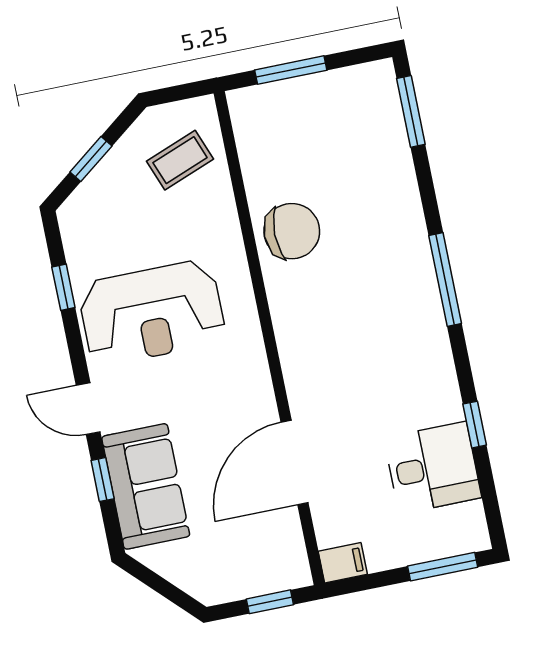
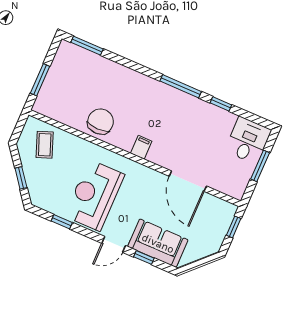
window: (445, 280) -> (181, 86), moved
reception desk: (152, 313) -> (94, 195), turned 180
desk: (433, 468) -> (248, 140), moved
filing cabinet: (343, 563) -> (141, 147), moved
window: (443, 567) -> (260, 166), moved

